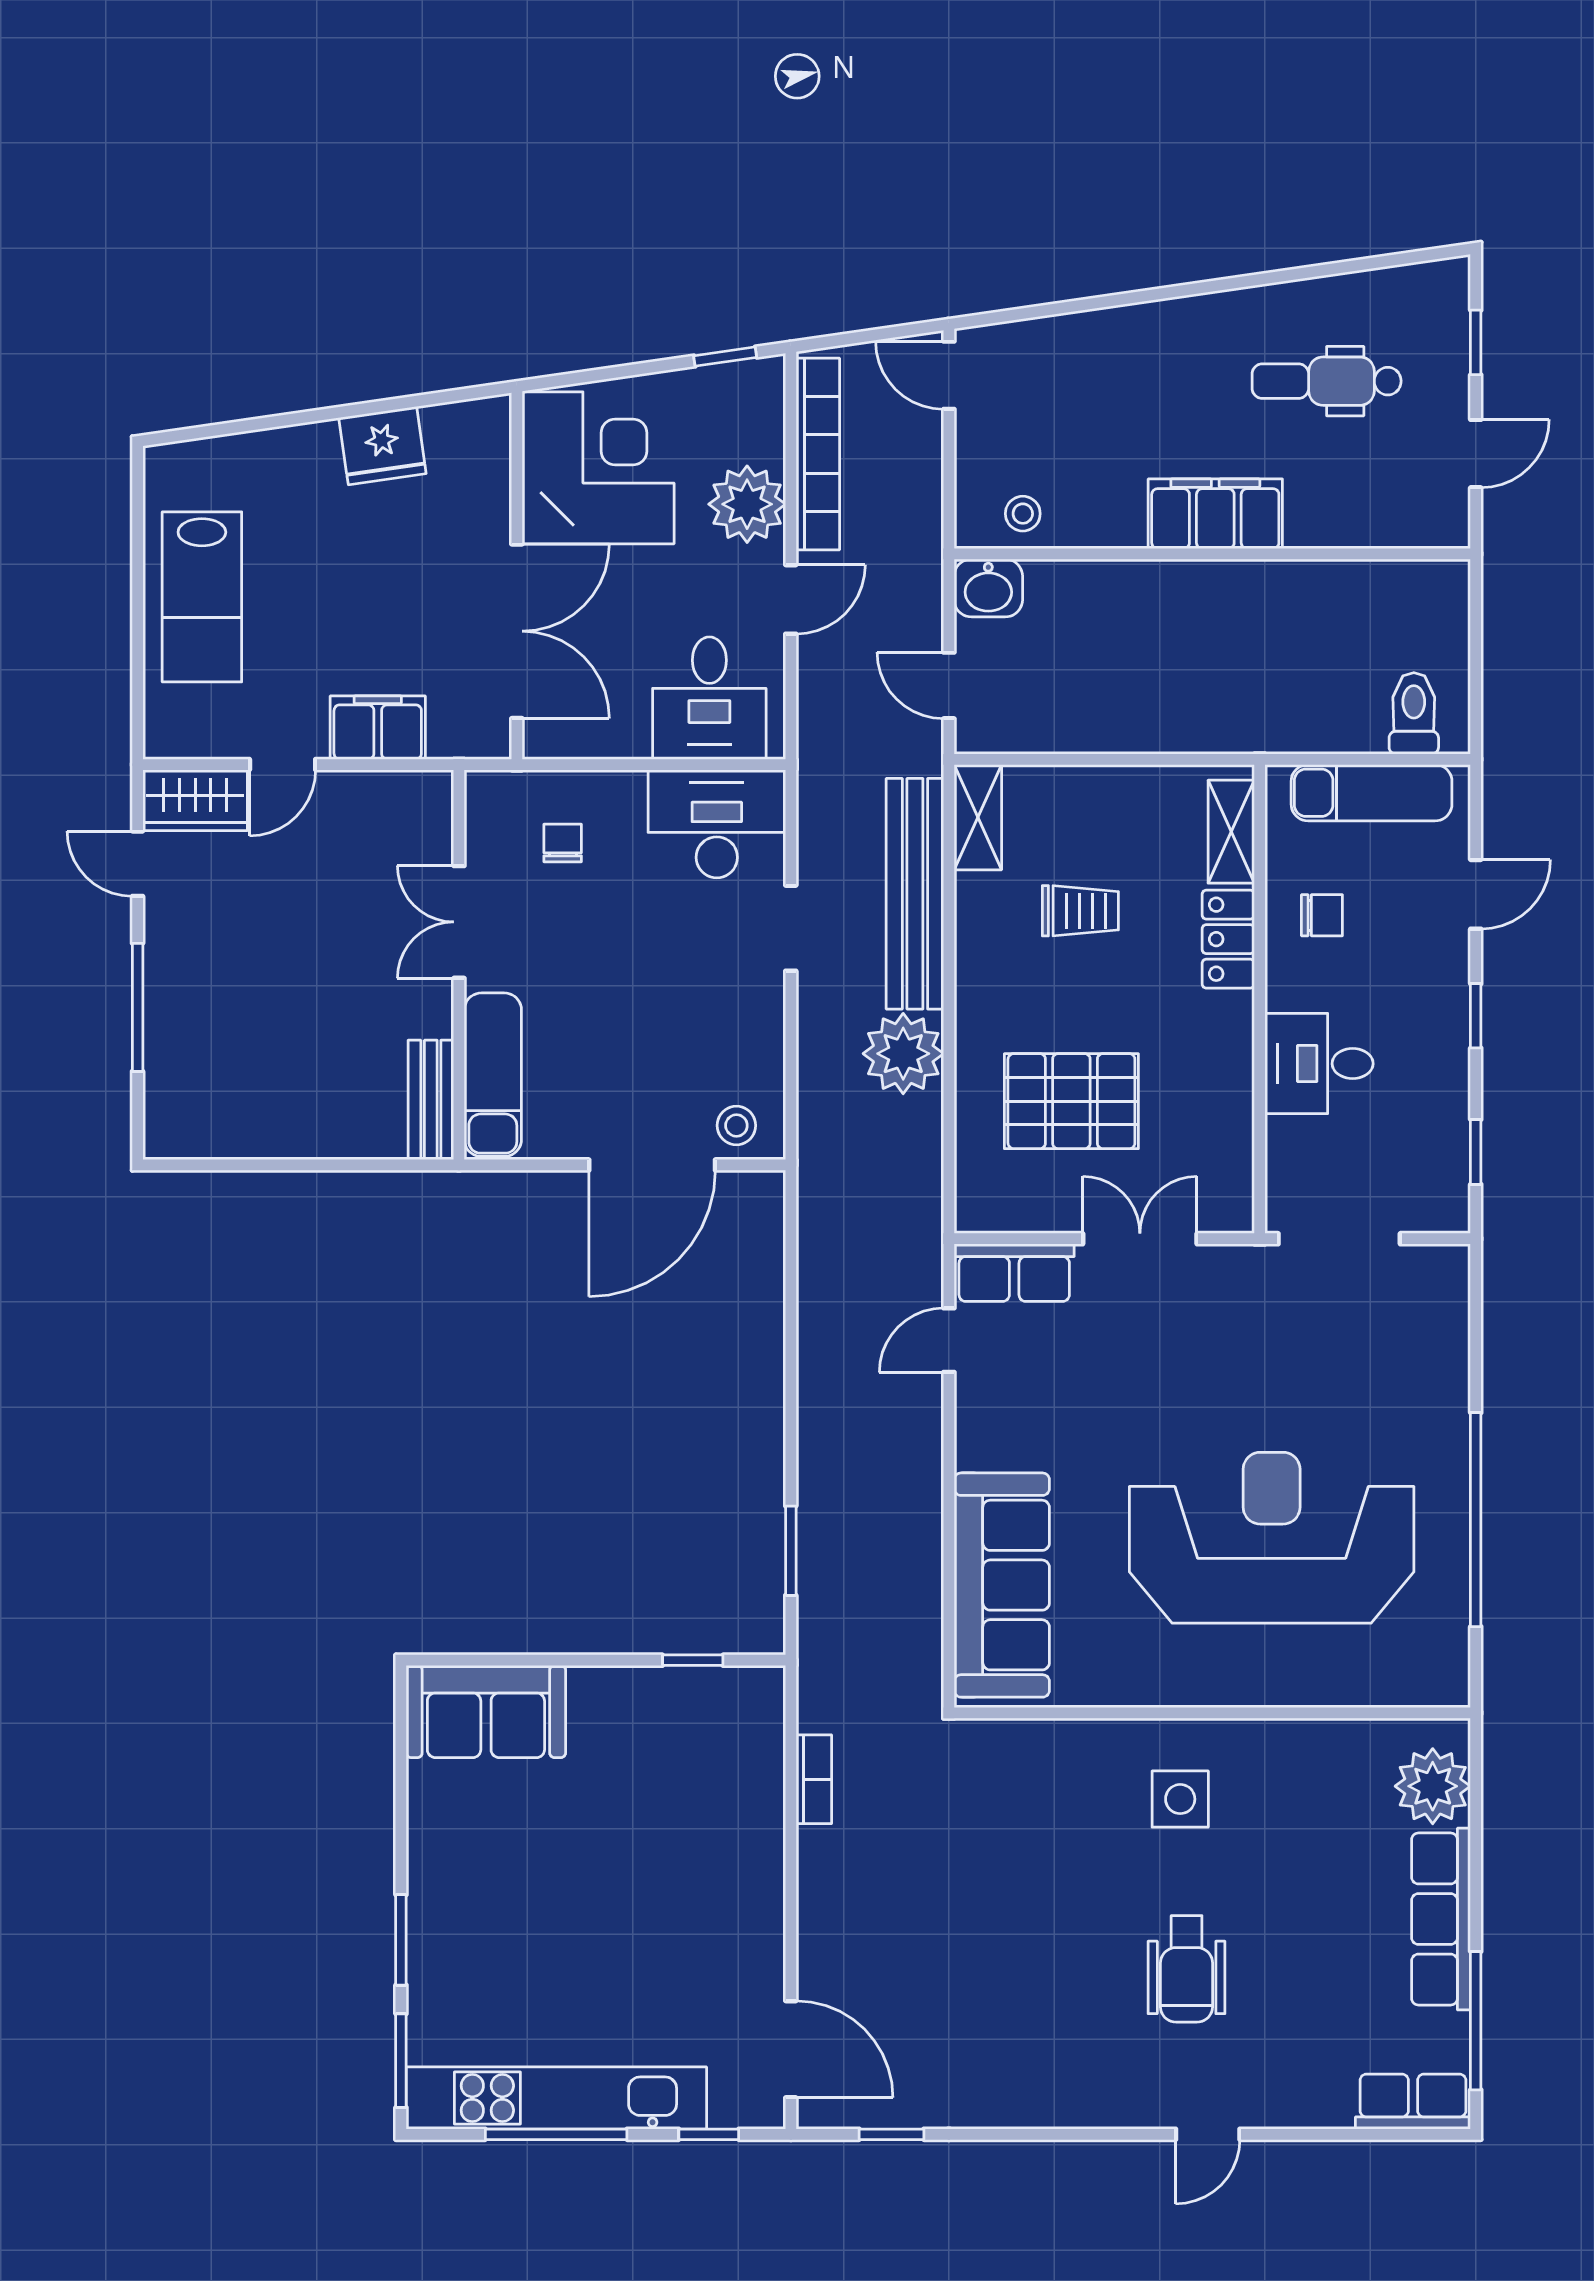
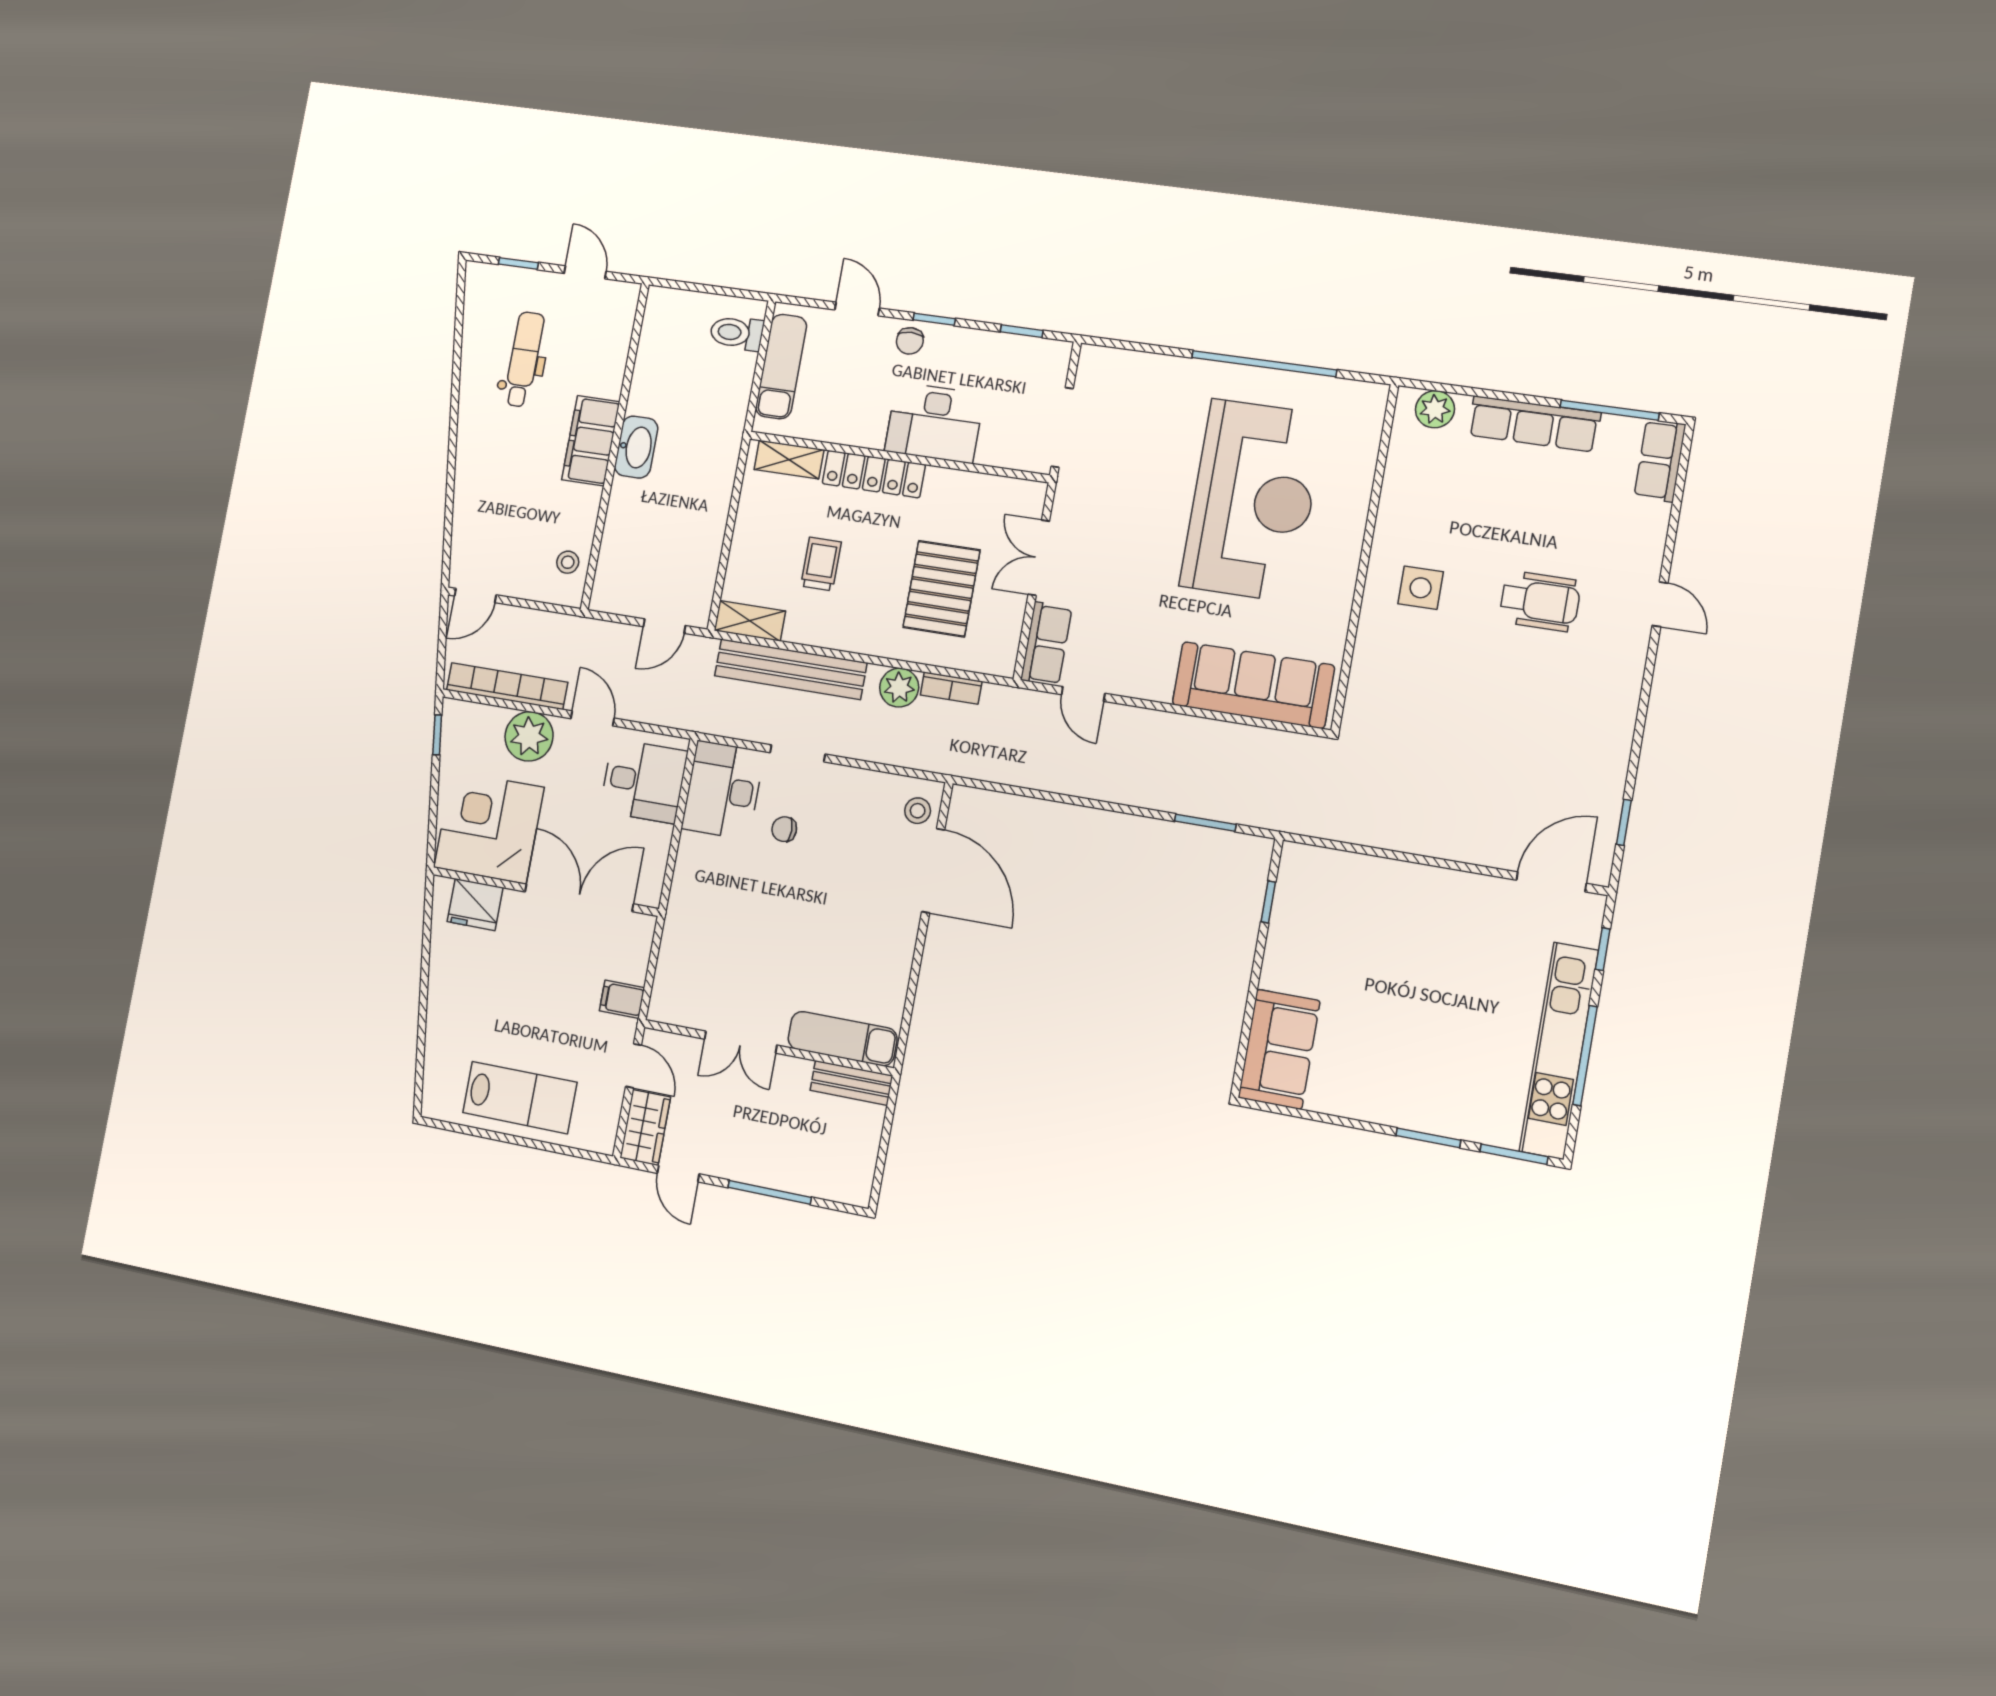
dental chair: (1327, 381) -> (524, 359), turned 180
fridge: (382, 446) -> (475, 905), moved, turned 98
washbasin: (988, 588) -> (636, 447), moved, width x1.38
filing cabinet: (378, 728) -> (622, 999), width x0.50
chair: (563, 843) -> (784, 829), moved
door: (138, 864) -> (678, 1174), hinge flipped
chair: (1322, 915) -> (910, 341), moved, turned 180
double door: (459, 922) -> (741, 1042), moved
locker: (1228, 939) -> (874, 474), width x1.53
wall: (459, 965) -> (768, 1047), moved
plant: (903, 1054) -> (899, 688), width x0.73, depth x0.73
desk: (1319, 1064) -> (934, 423), width x1.37
exam couch: (493, 1075) -> (842, 1039), moved
bench: (431, 1100) -> (851, 1083), moved
reception desk: (1272, 1538) -> (1253, 500), turned 180
bookcase: (814, 1779) -> (951, 688), moved, turned 180
plant: (1433, 1786) -> (1435, 409), width x0.73, depth x0.73

